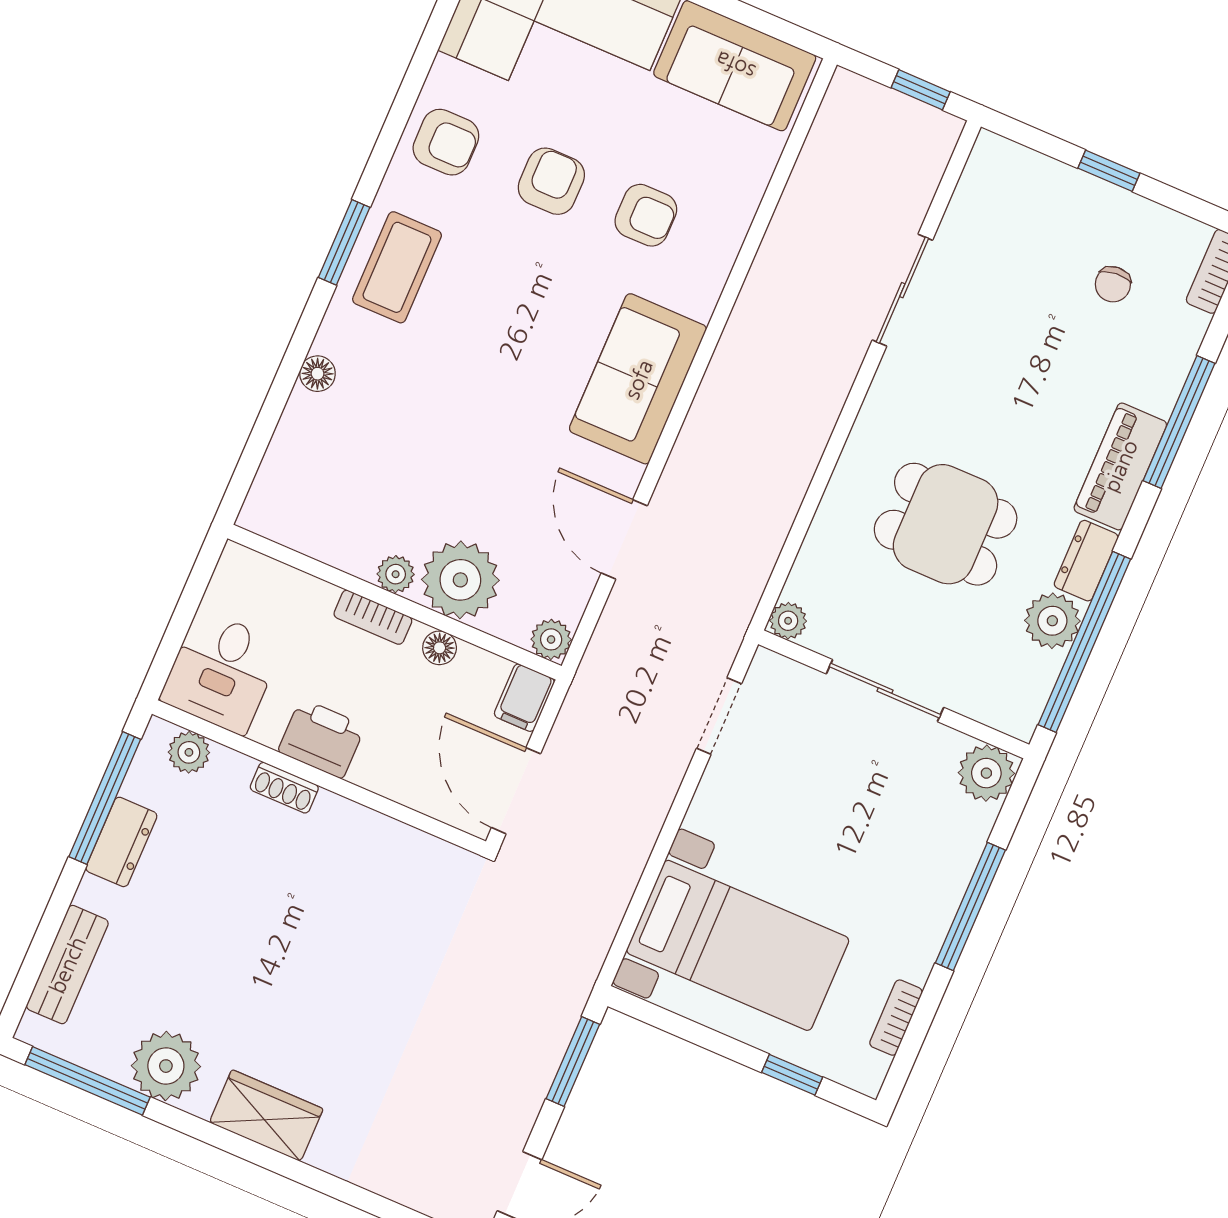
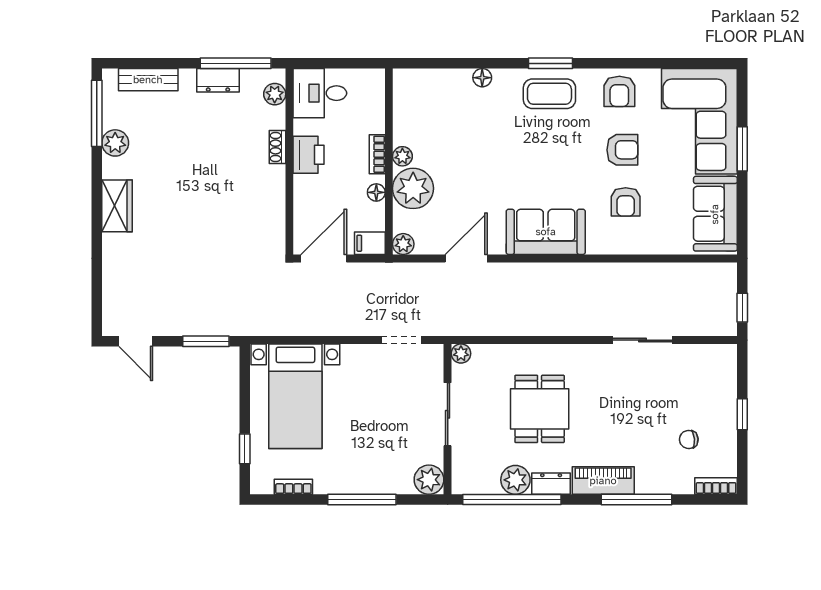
plant: (166, 1066) -> (115, 143), width x0.73, depth x0.73

